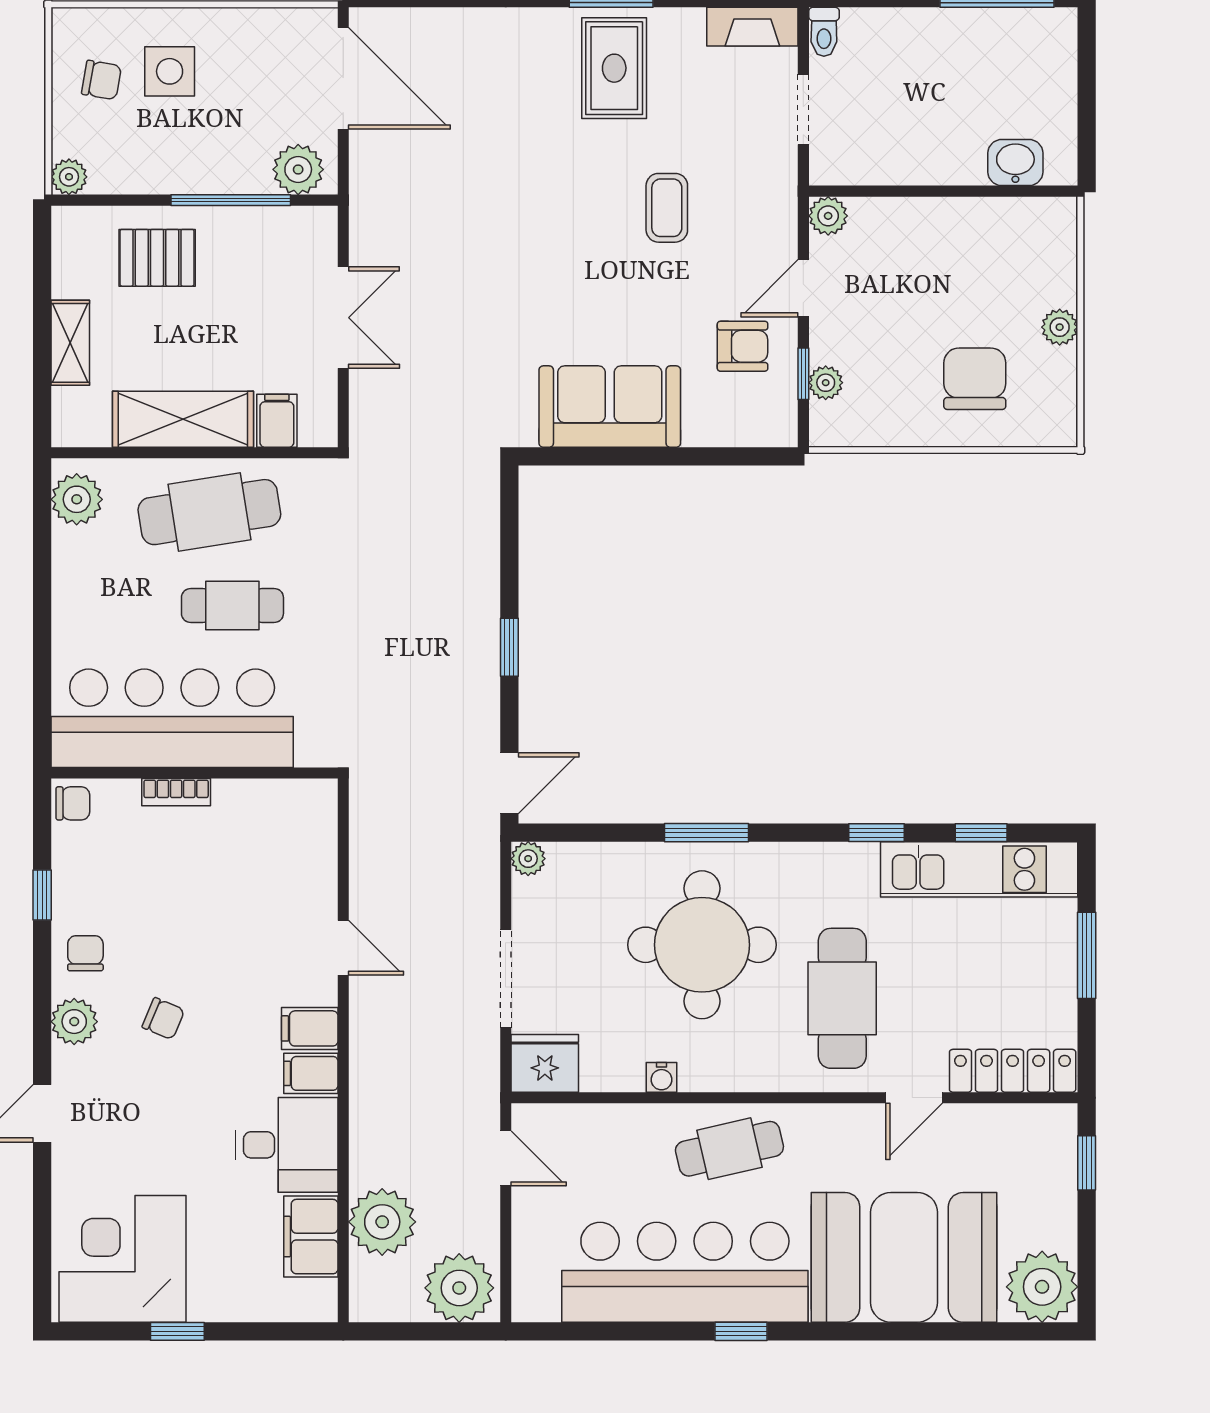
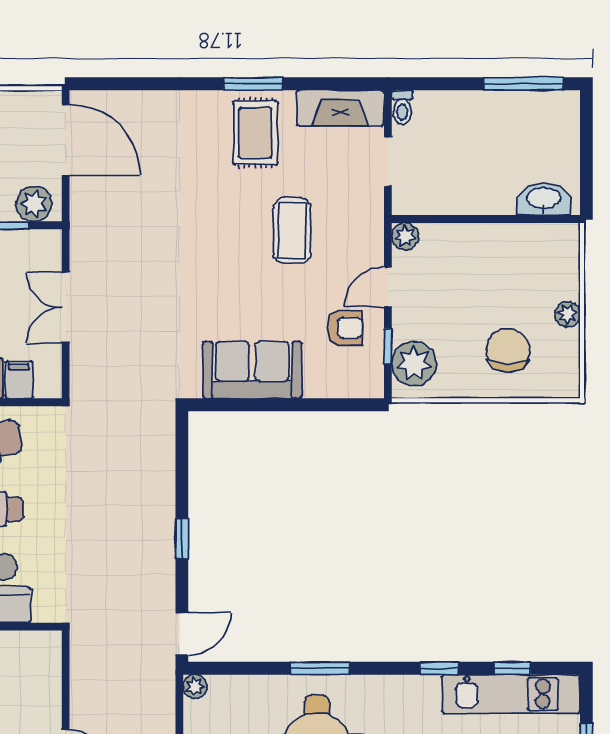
fireplace: (752, 27) -> (340, 108), width x1.37, depth x1.32
washbasin: (1015, 163) -> (544, 199), width x1.38
coffee table: (667, 208) -> (292, 231), width x1.36, depth x1.30
double door: (343, 318) -> (66, 308), swing flipped
plant: (826, 383) -> (414, 364), width x1.87, depth x1.87

